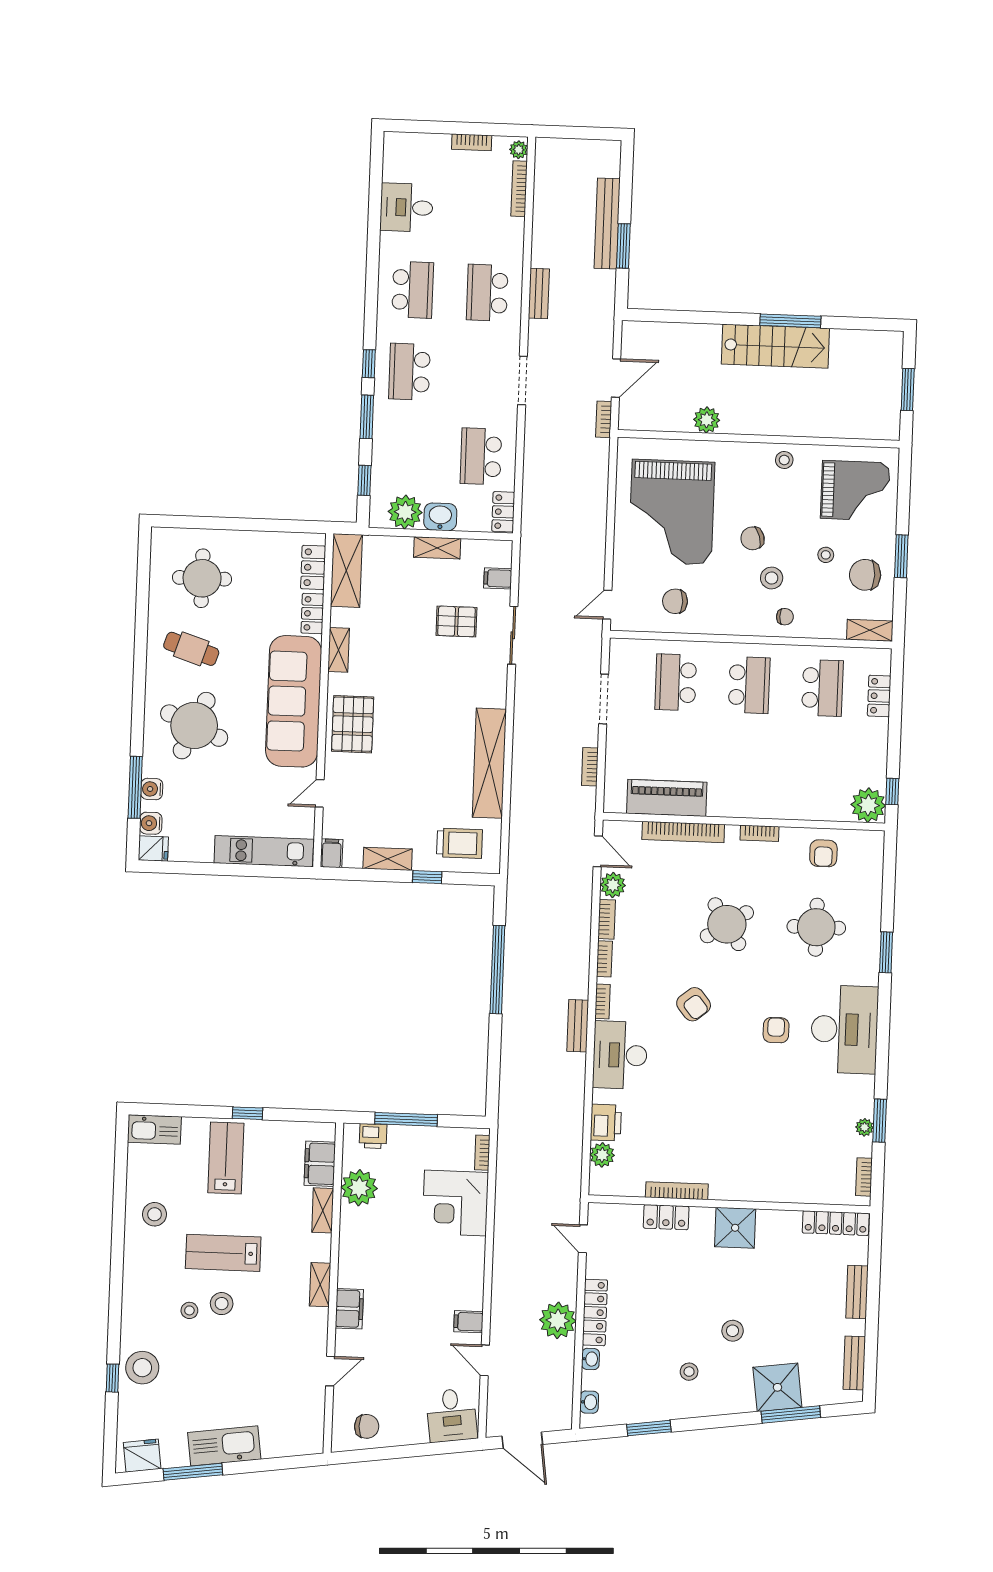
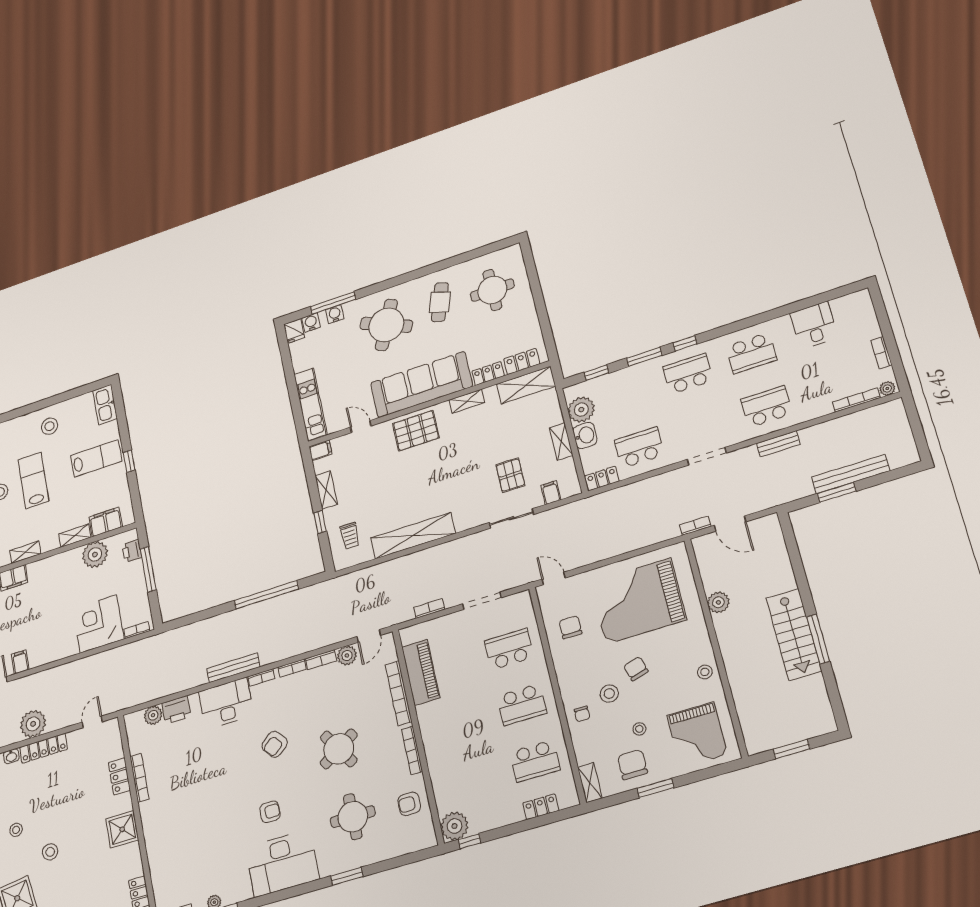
bookcase: (759, 833) -> (412, 750), width x1.56
trolley: (460, 843) -> (350, 536), width x0.73, depth x0.72
bench: (578, 1026) -> (233, 668), width x1.36

